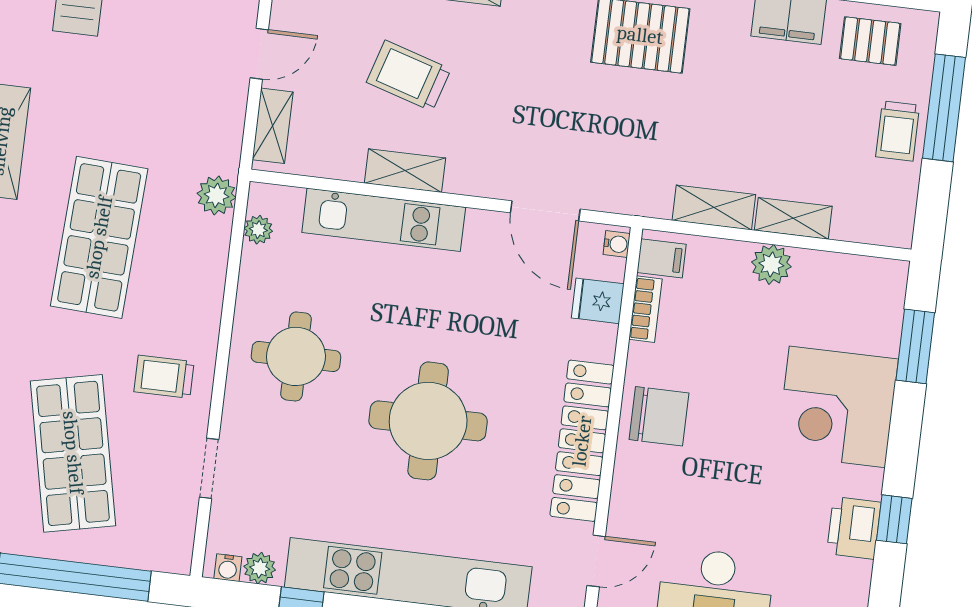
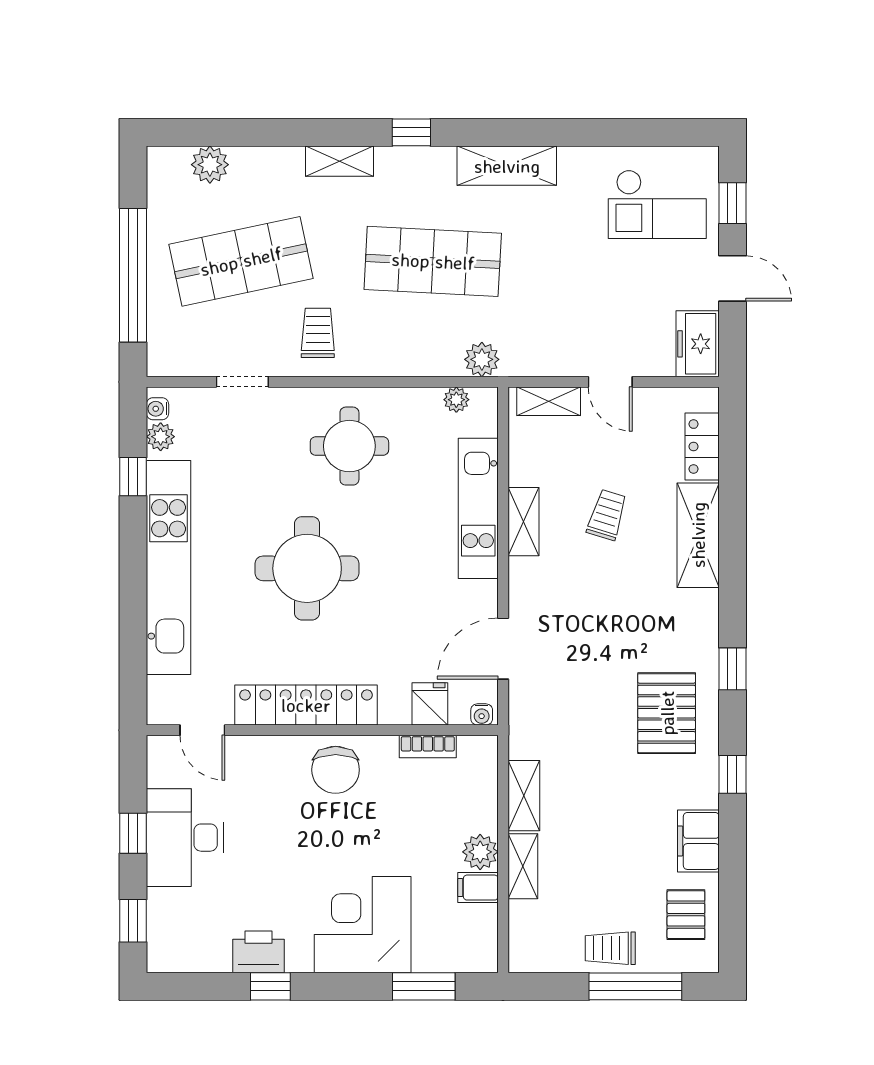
trolley: (409, 76) -> (607, 515), width x0.73, depth x0.72
filing cabinet: (662, 258) -> (478, 888), moved, turned 90

